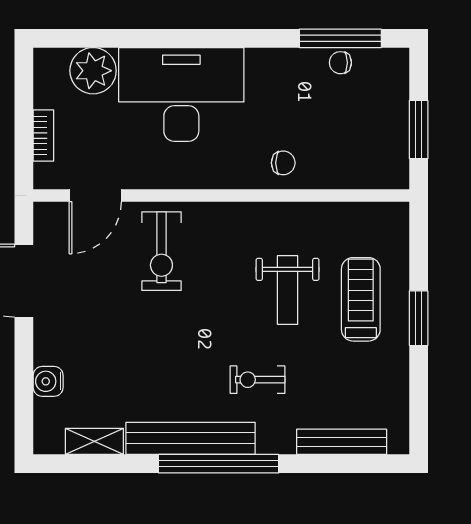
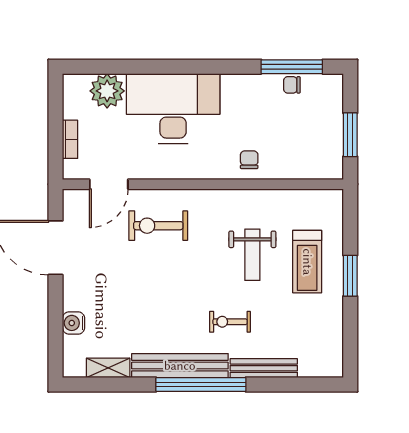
chair: (283, 163) -> (249, 160), turned -90
exercise bike: (161, 251) -> (158, 226), turned 90
treadmill: (361, 299) -> (307, 262), turned 180
bench: (342, 442) -> (264, 368), moved

